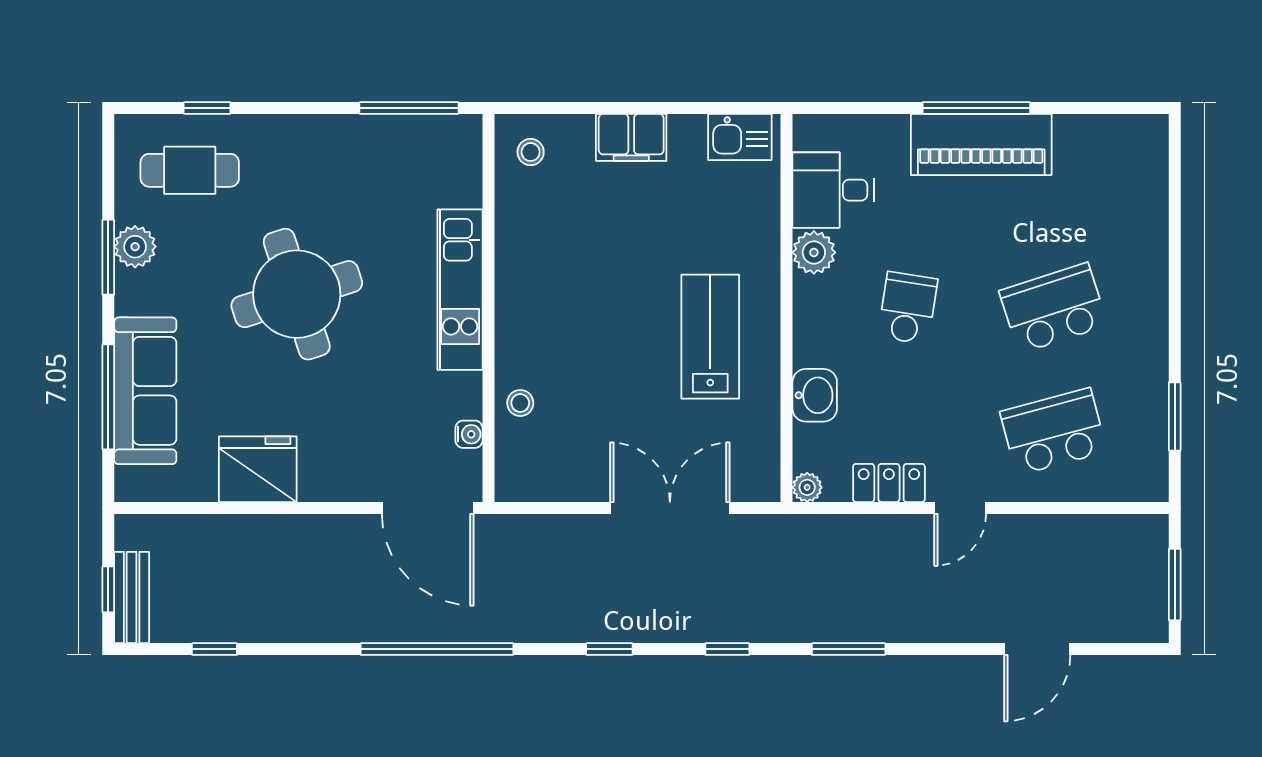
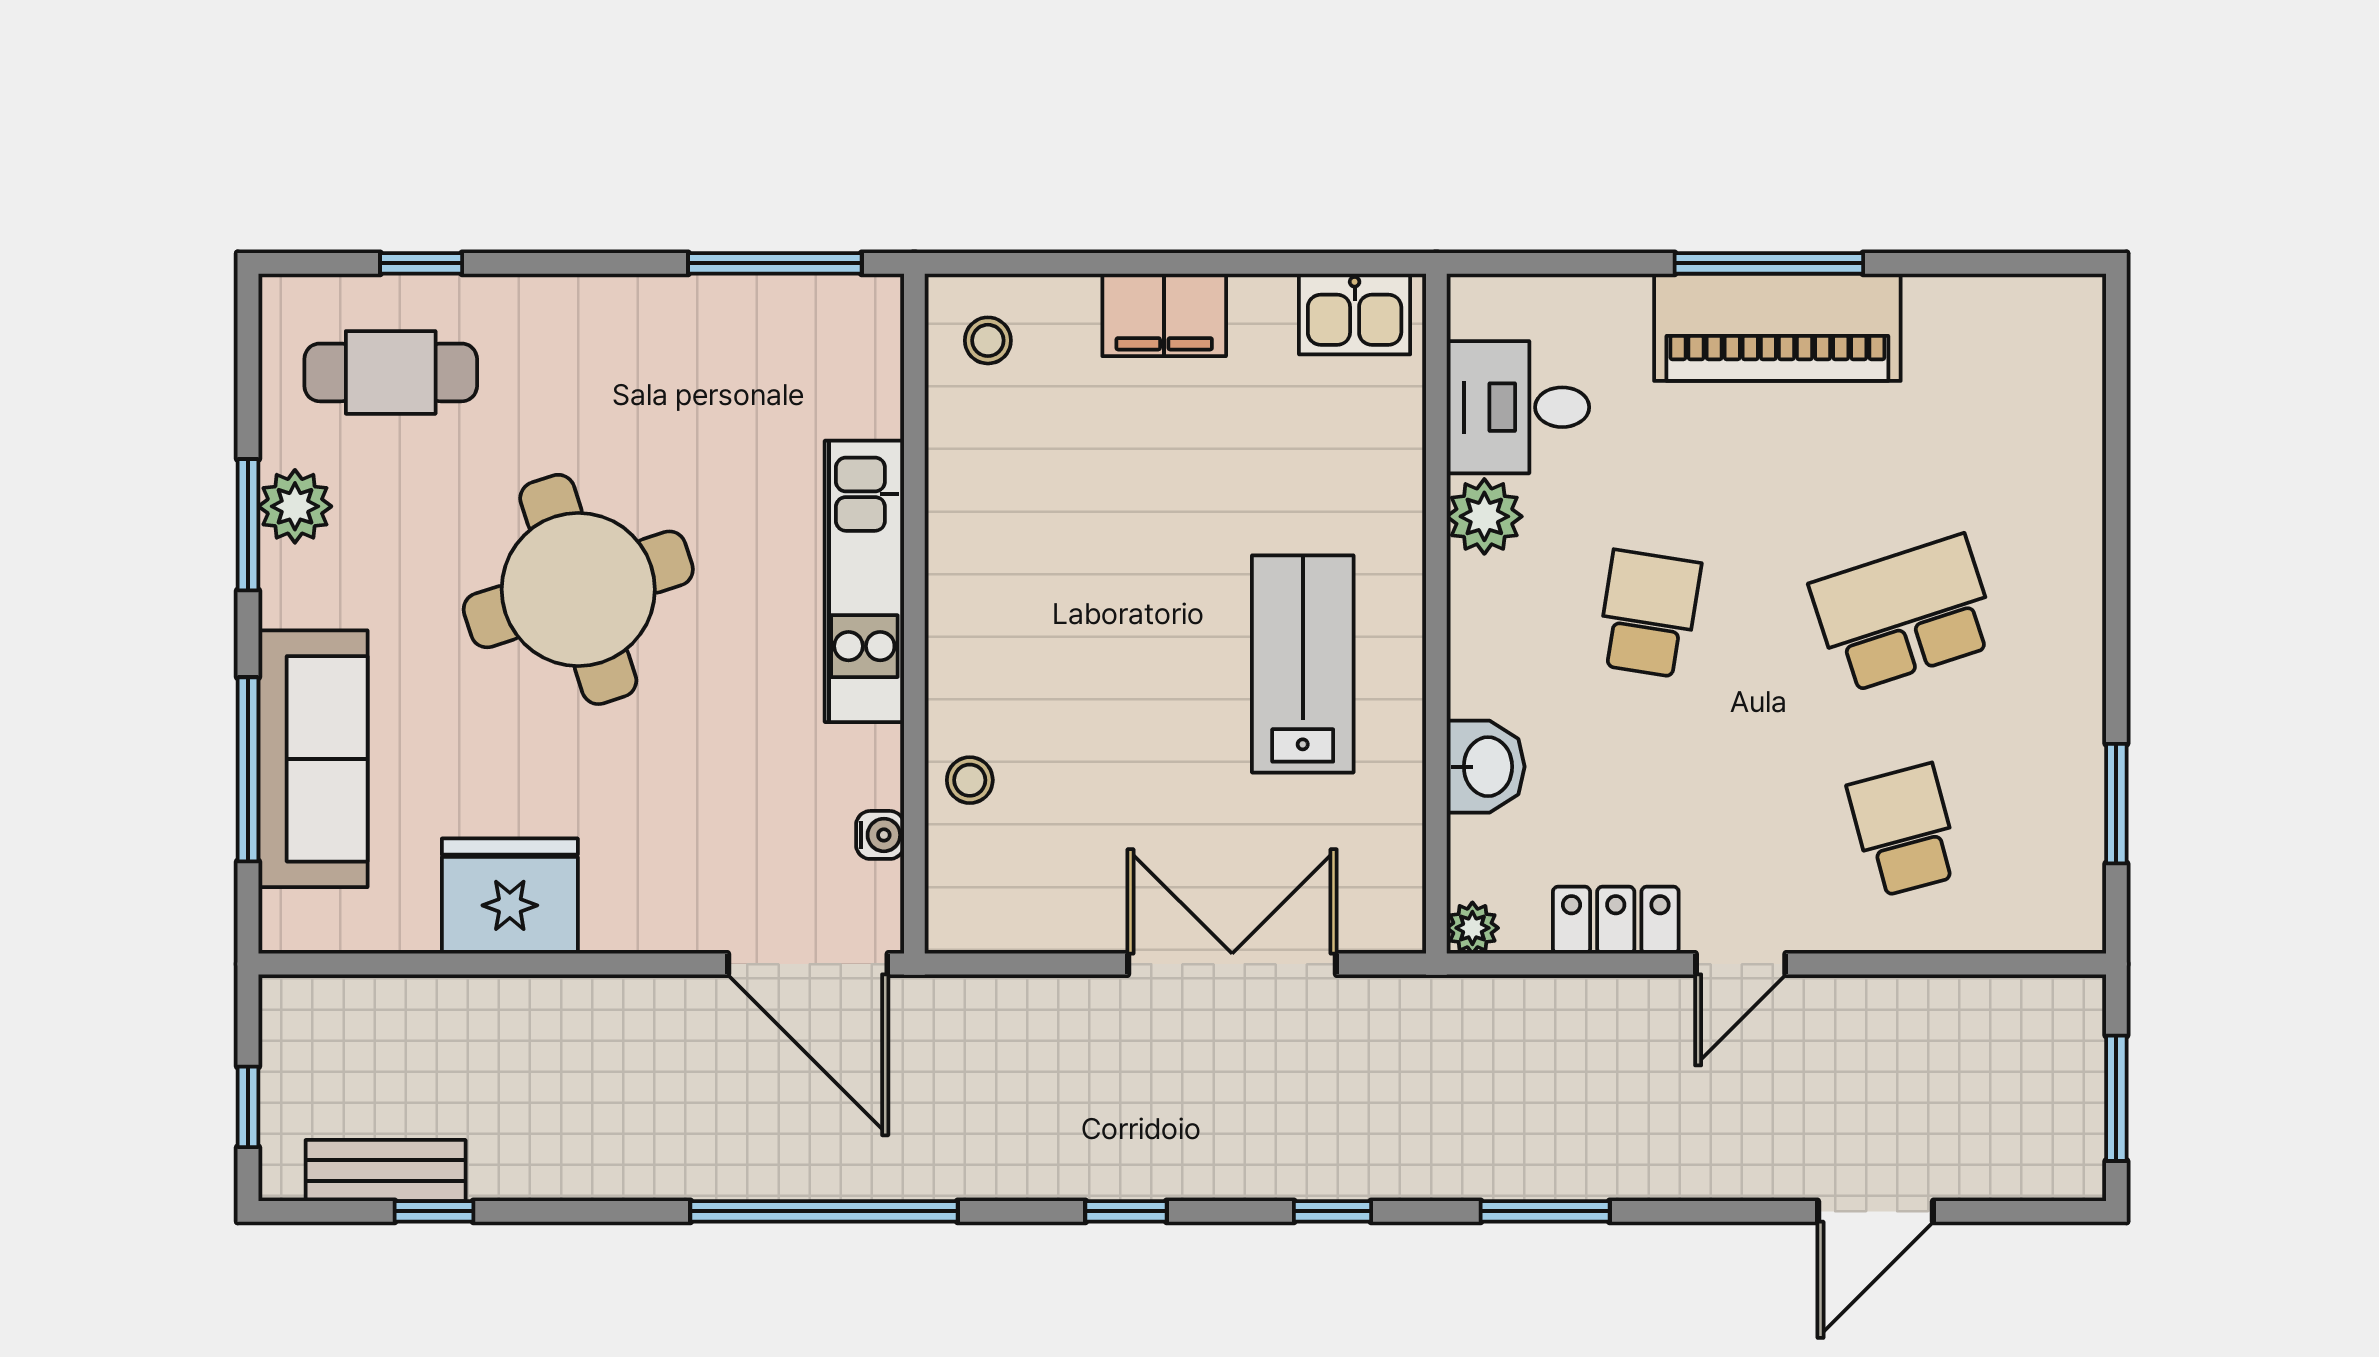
school desk: (1054, 432) -> (1904, 830), width x0.54
bench: (132, 598) -> (386, 1170), moved, turned 90

